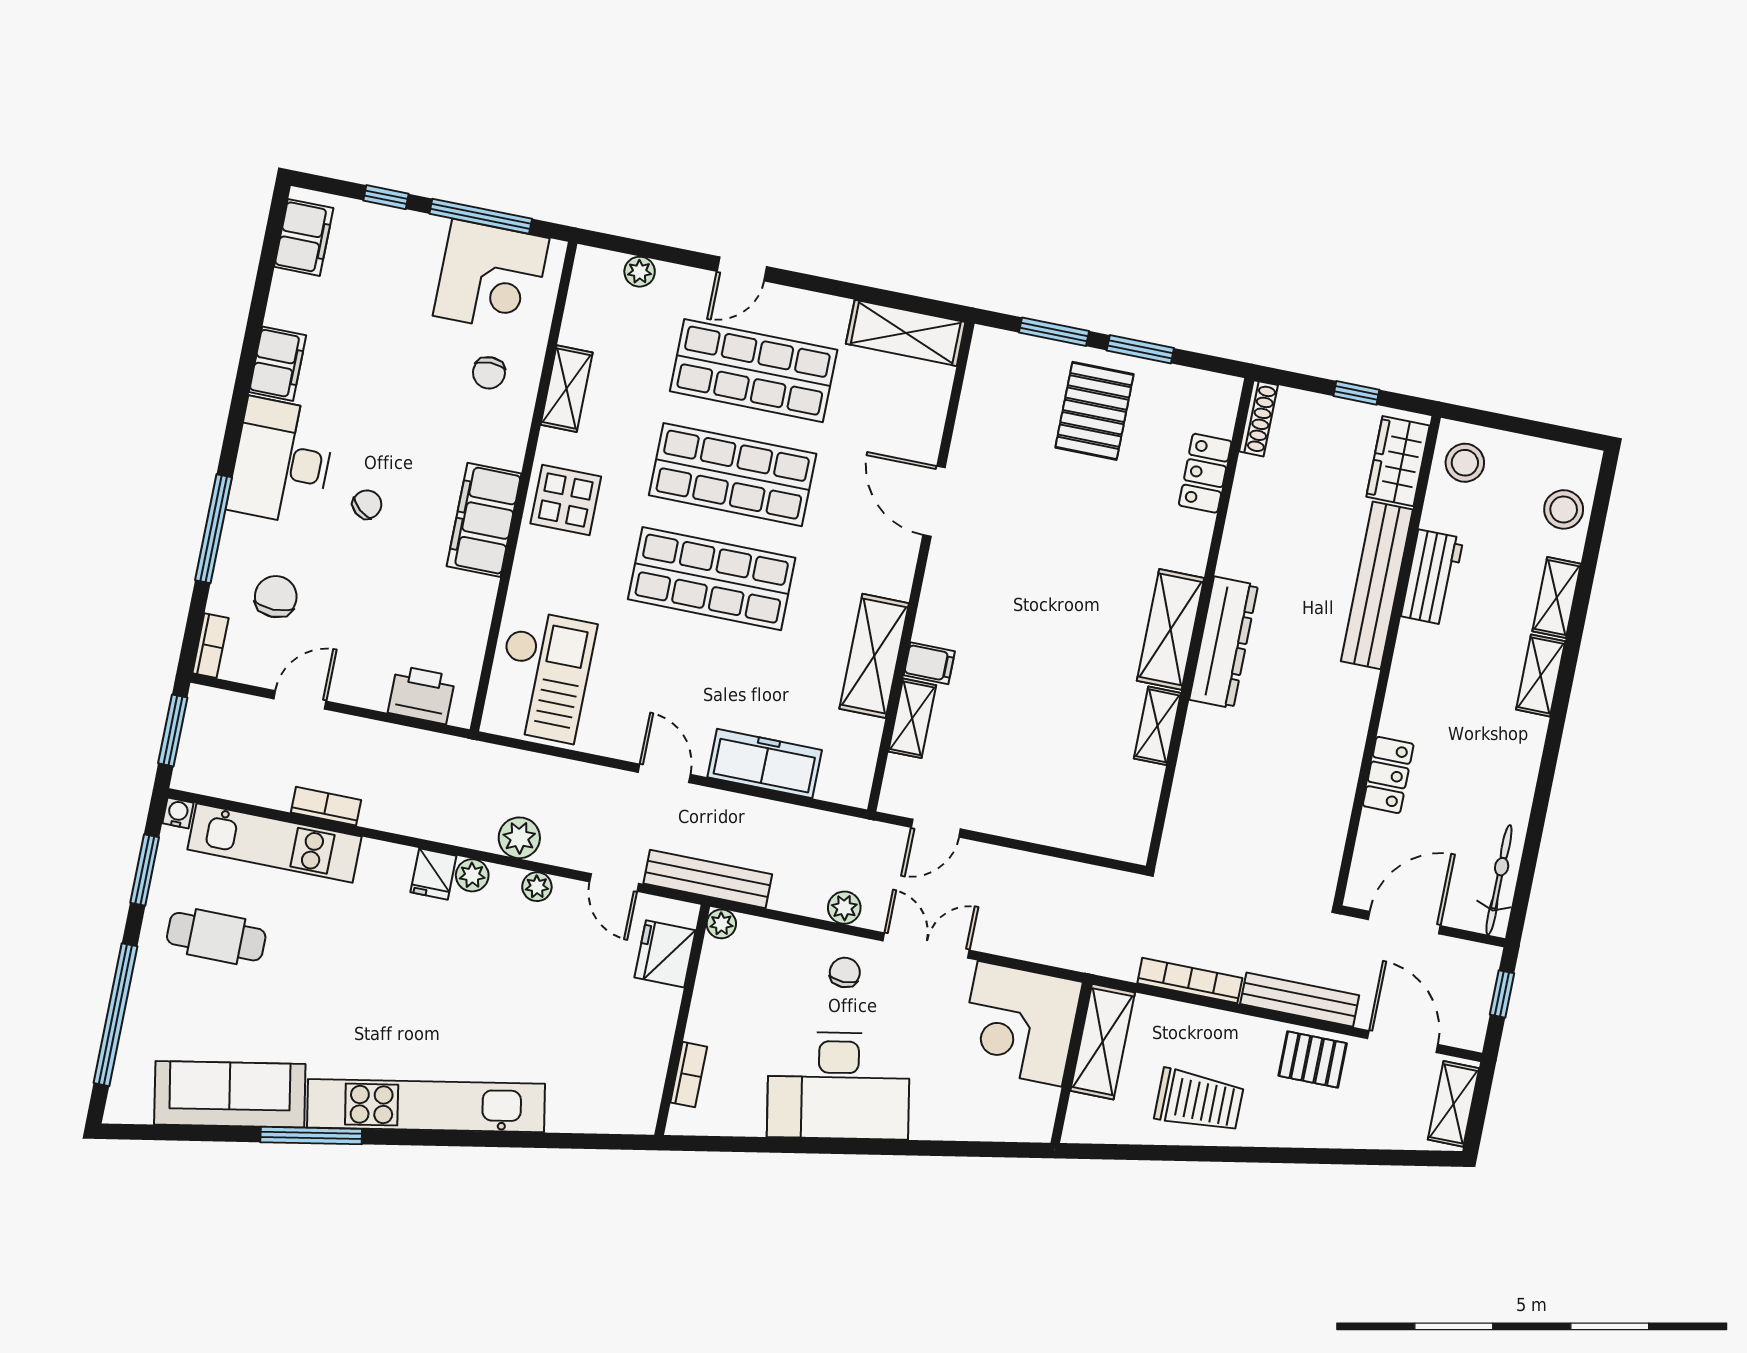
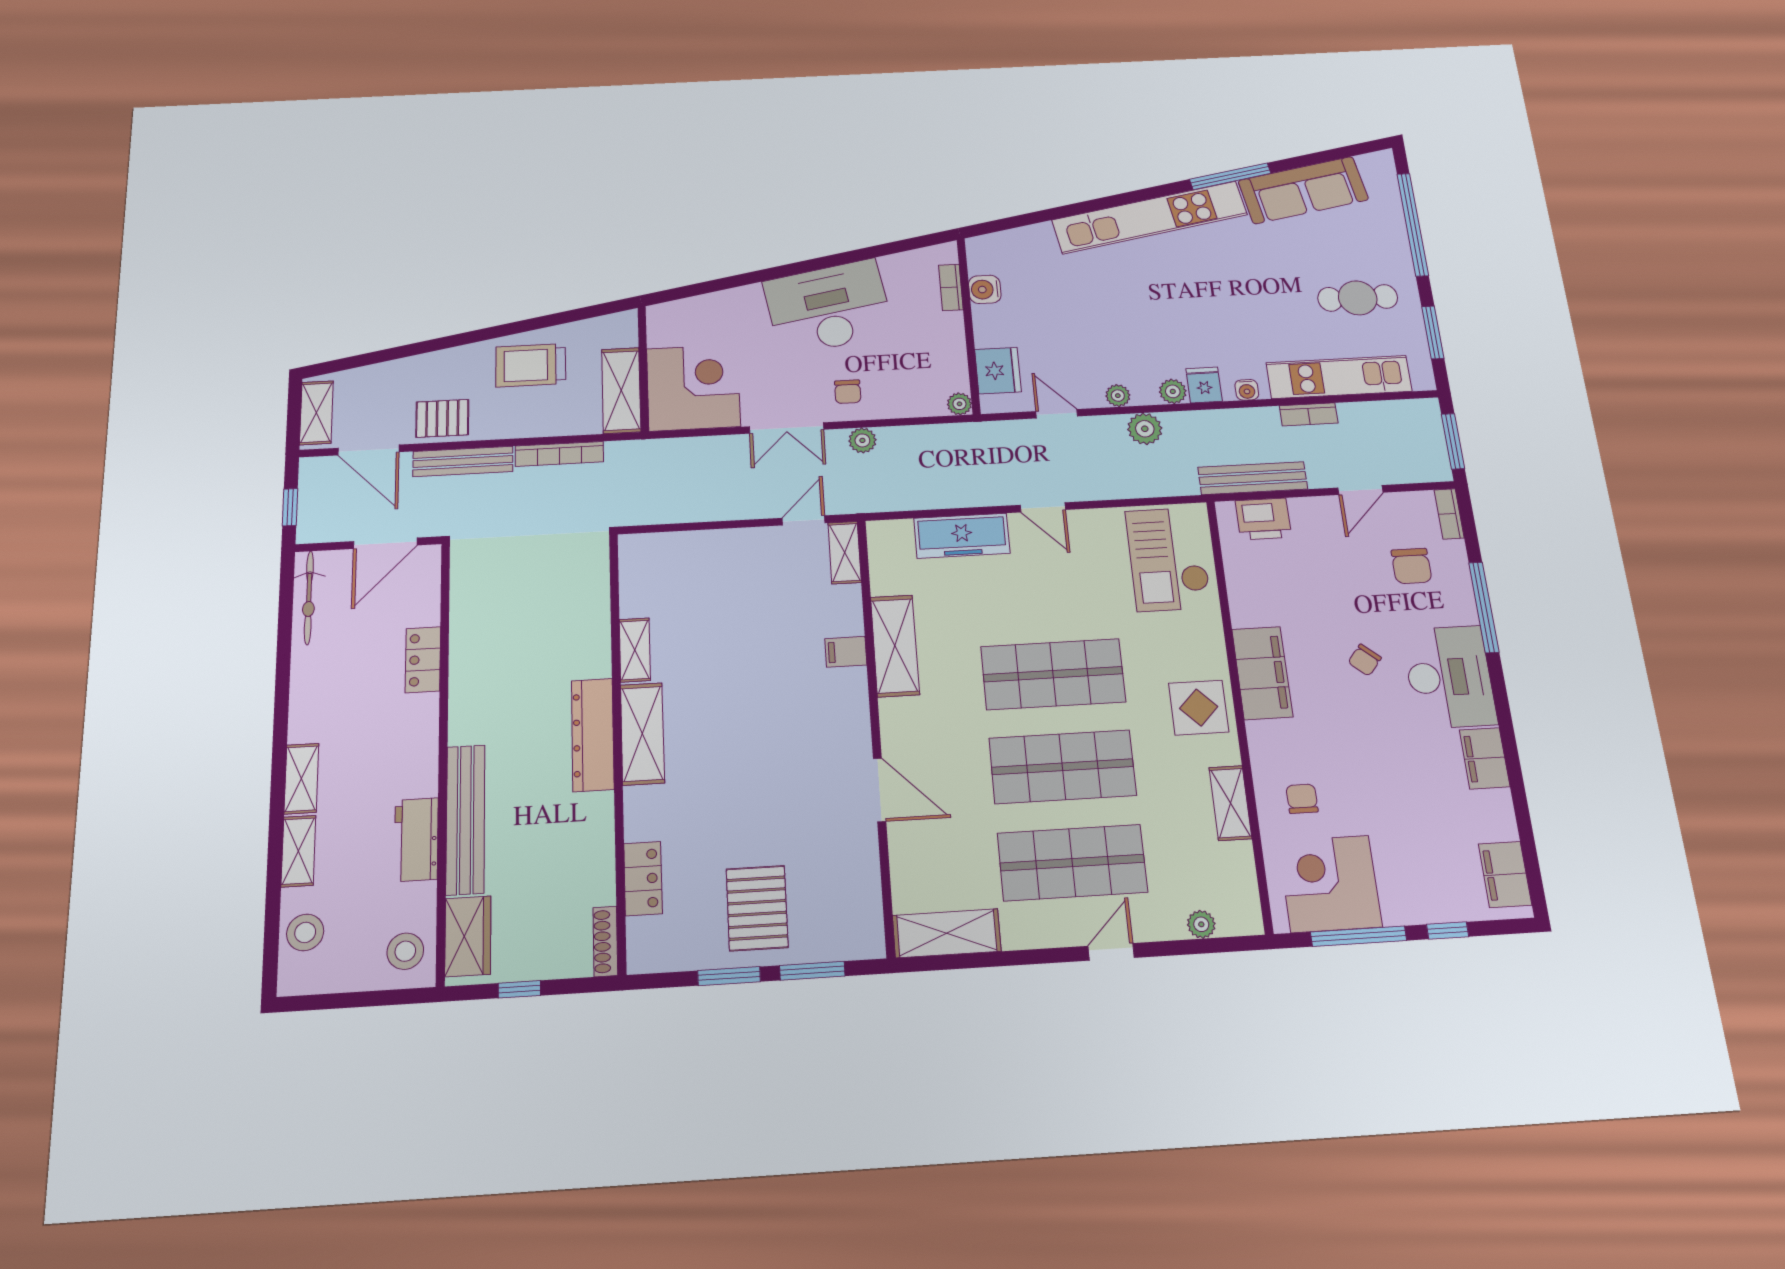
shelving: (912, 718) -> (845, 553), moved
water cooler: (178, 813) -> (1247, 390), moved
bench: (708, 879) -> (1253, 478), moved
water cooler: (650, 1062) -> (985, 289), added

